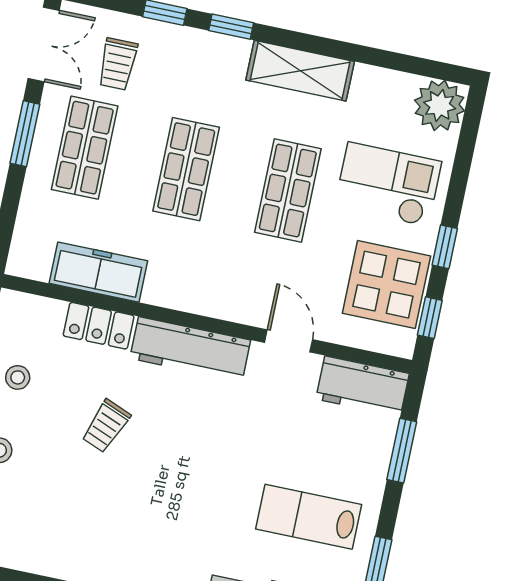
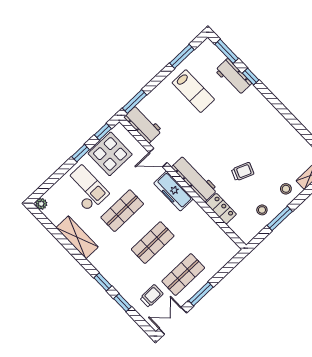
shelving: (300, 71) -> (77, 237), moved
plant: (440, 105) -> (41, 204), width x0.53, depth x0.53
checkout: (388, 184) -> (85, 189), turned 180
freezer: (98, 272) -> (173, 191), moved
door: (289, 341) -> (158, 158), hinge flipped
window: (402, 451) -> (134, 102), moved

